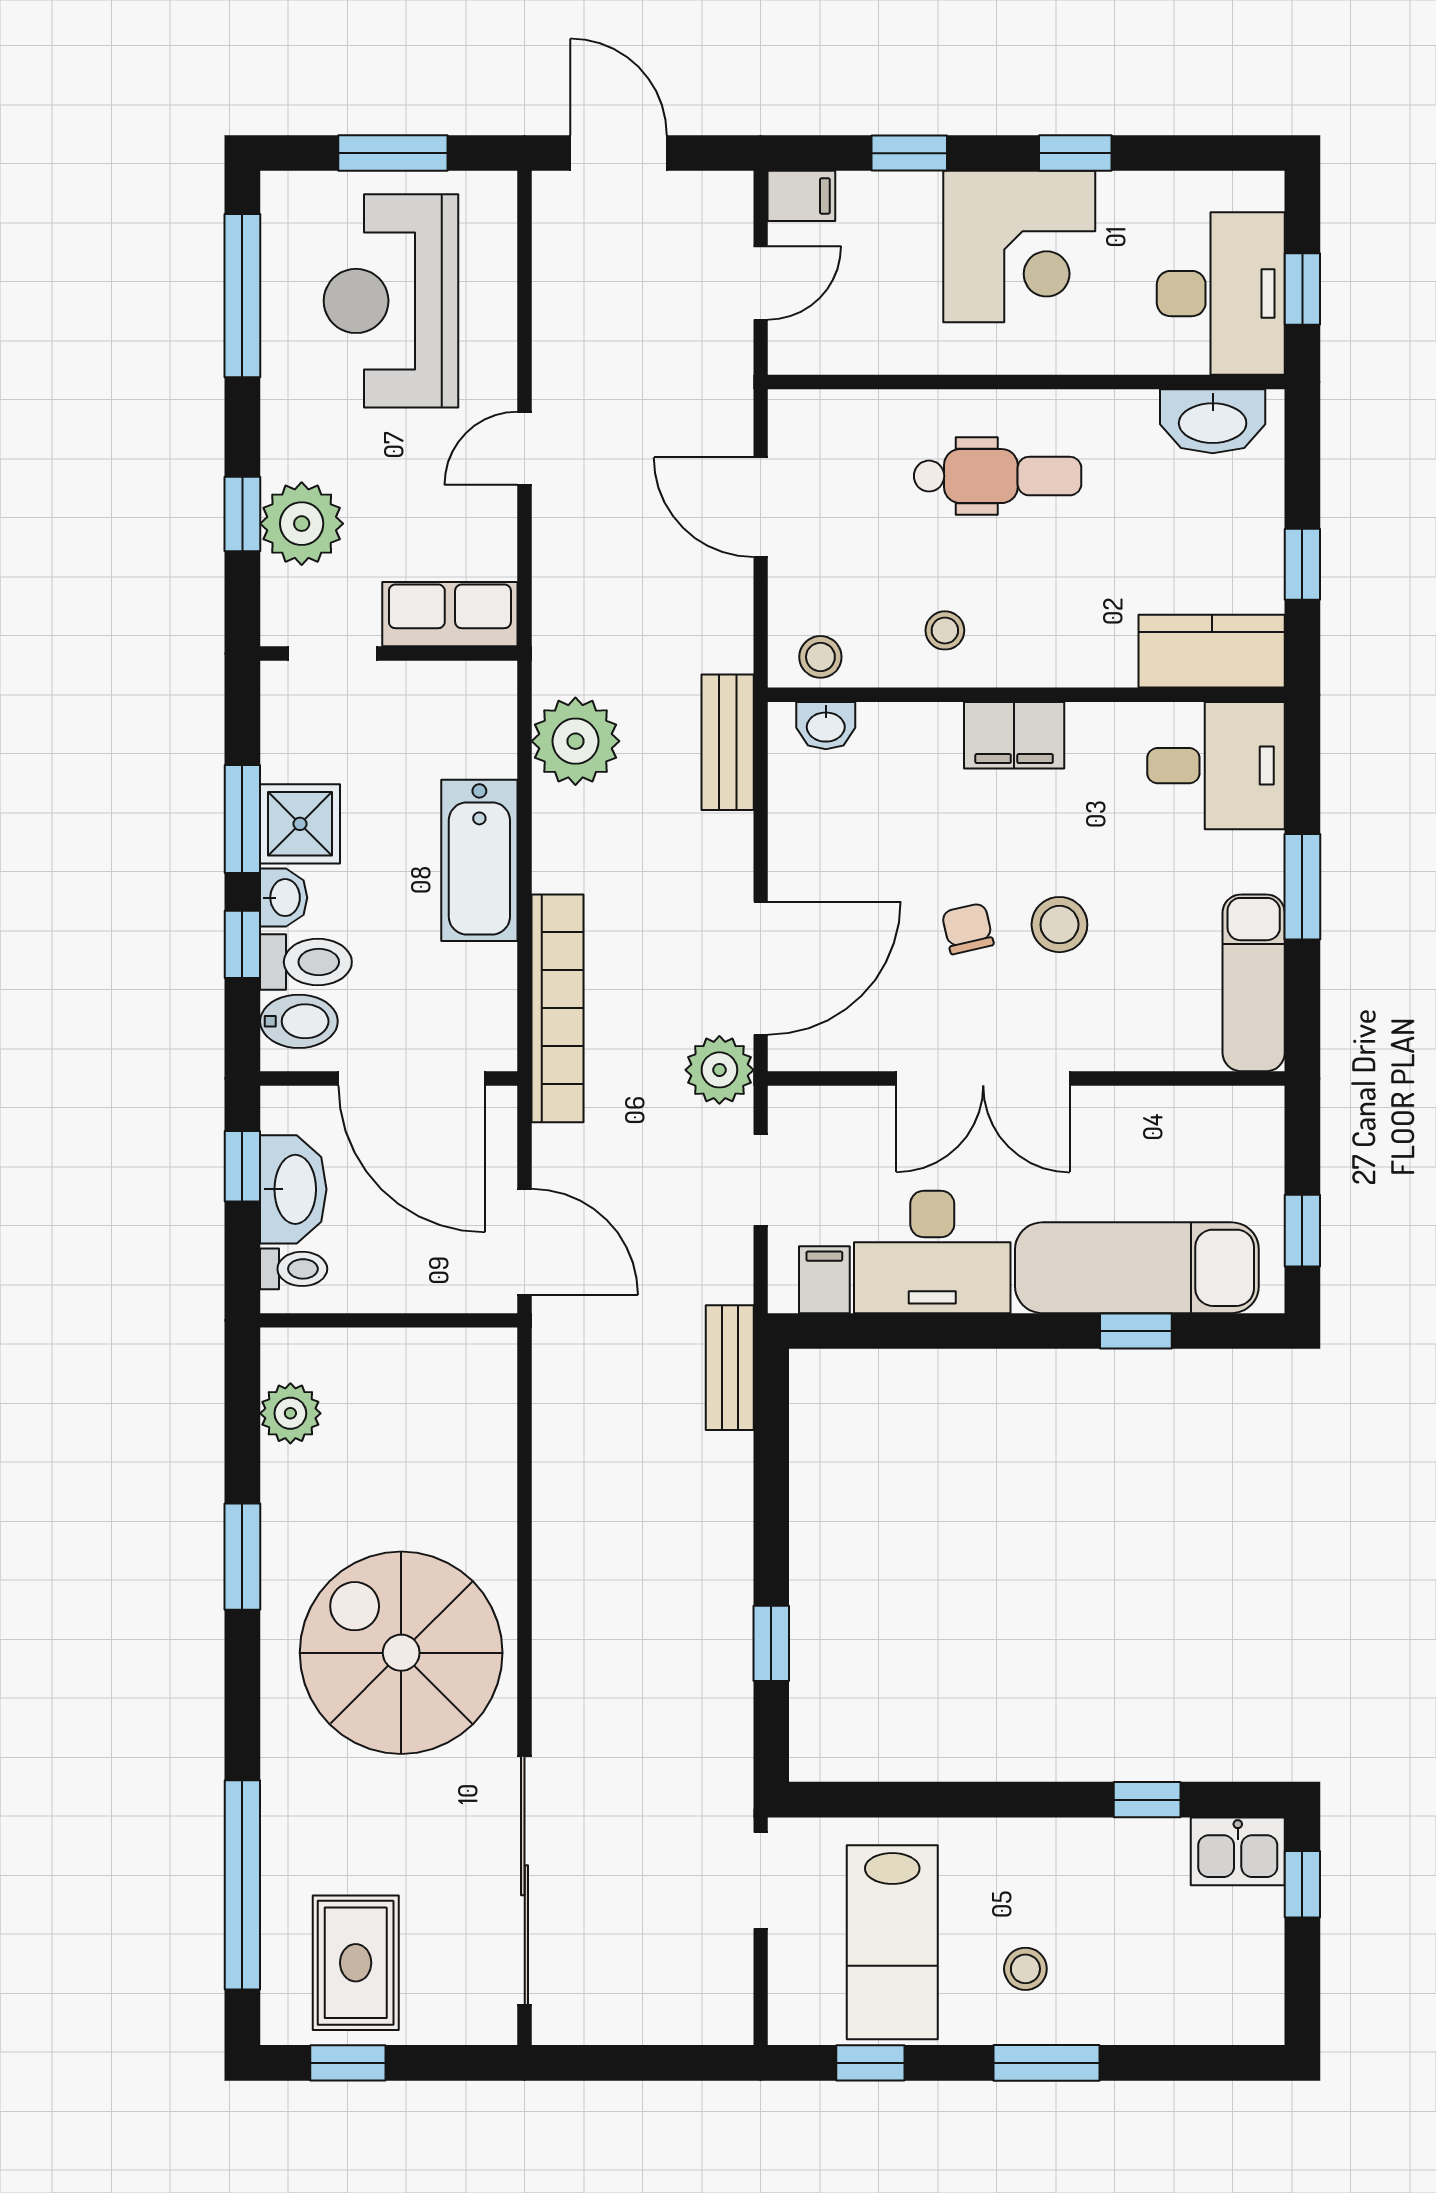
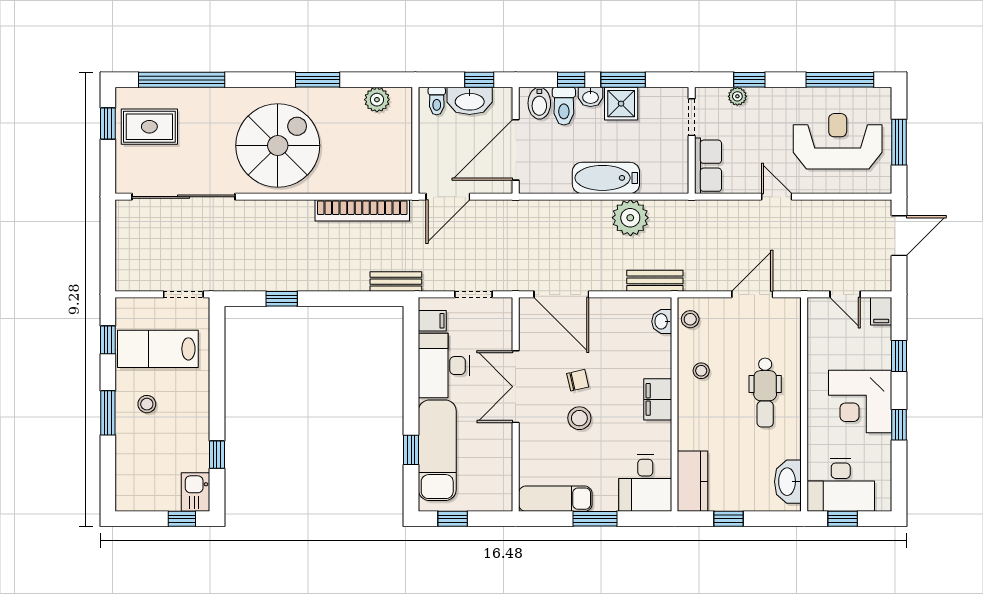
plant: (302, 524) -> (737, 96), width x0.53, depth x0.53
plant: (575, 741) -> (630, 218), moved
bookcase: (557, 1008) -> (362, 210), moved
plant: (719, 1070) -> (519, 277), removed

